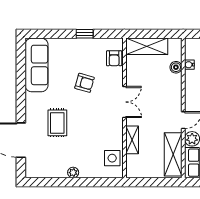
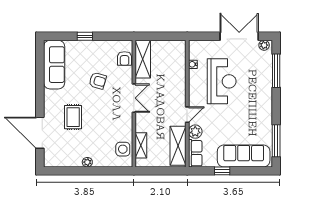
window: (85, 34) -> (85, 36), moved
shelving: (147, 46) -> (143, 59), moved, turned 90
boiler: (176, 67) -> (181, 67), removed
shelving: (132, 140) -> (141, 145), moved

